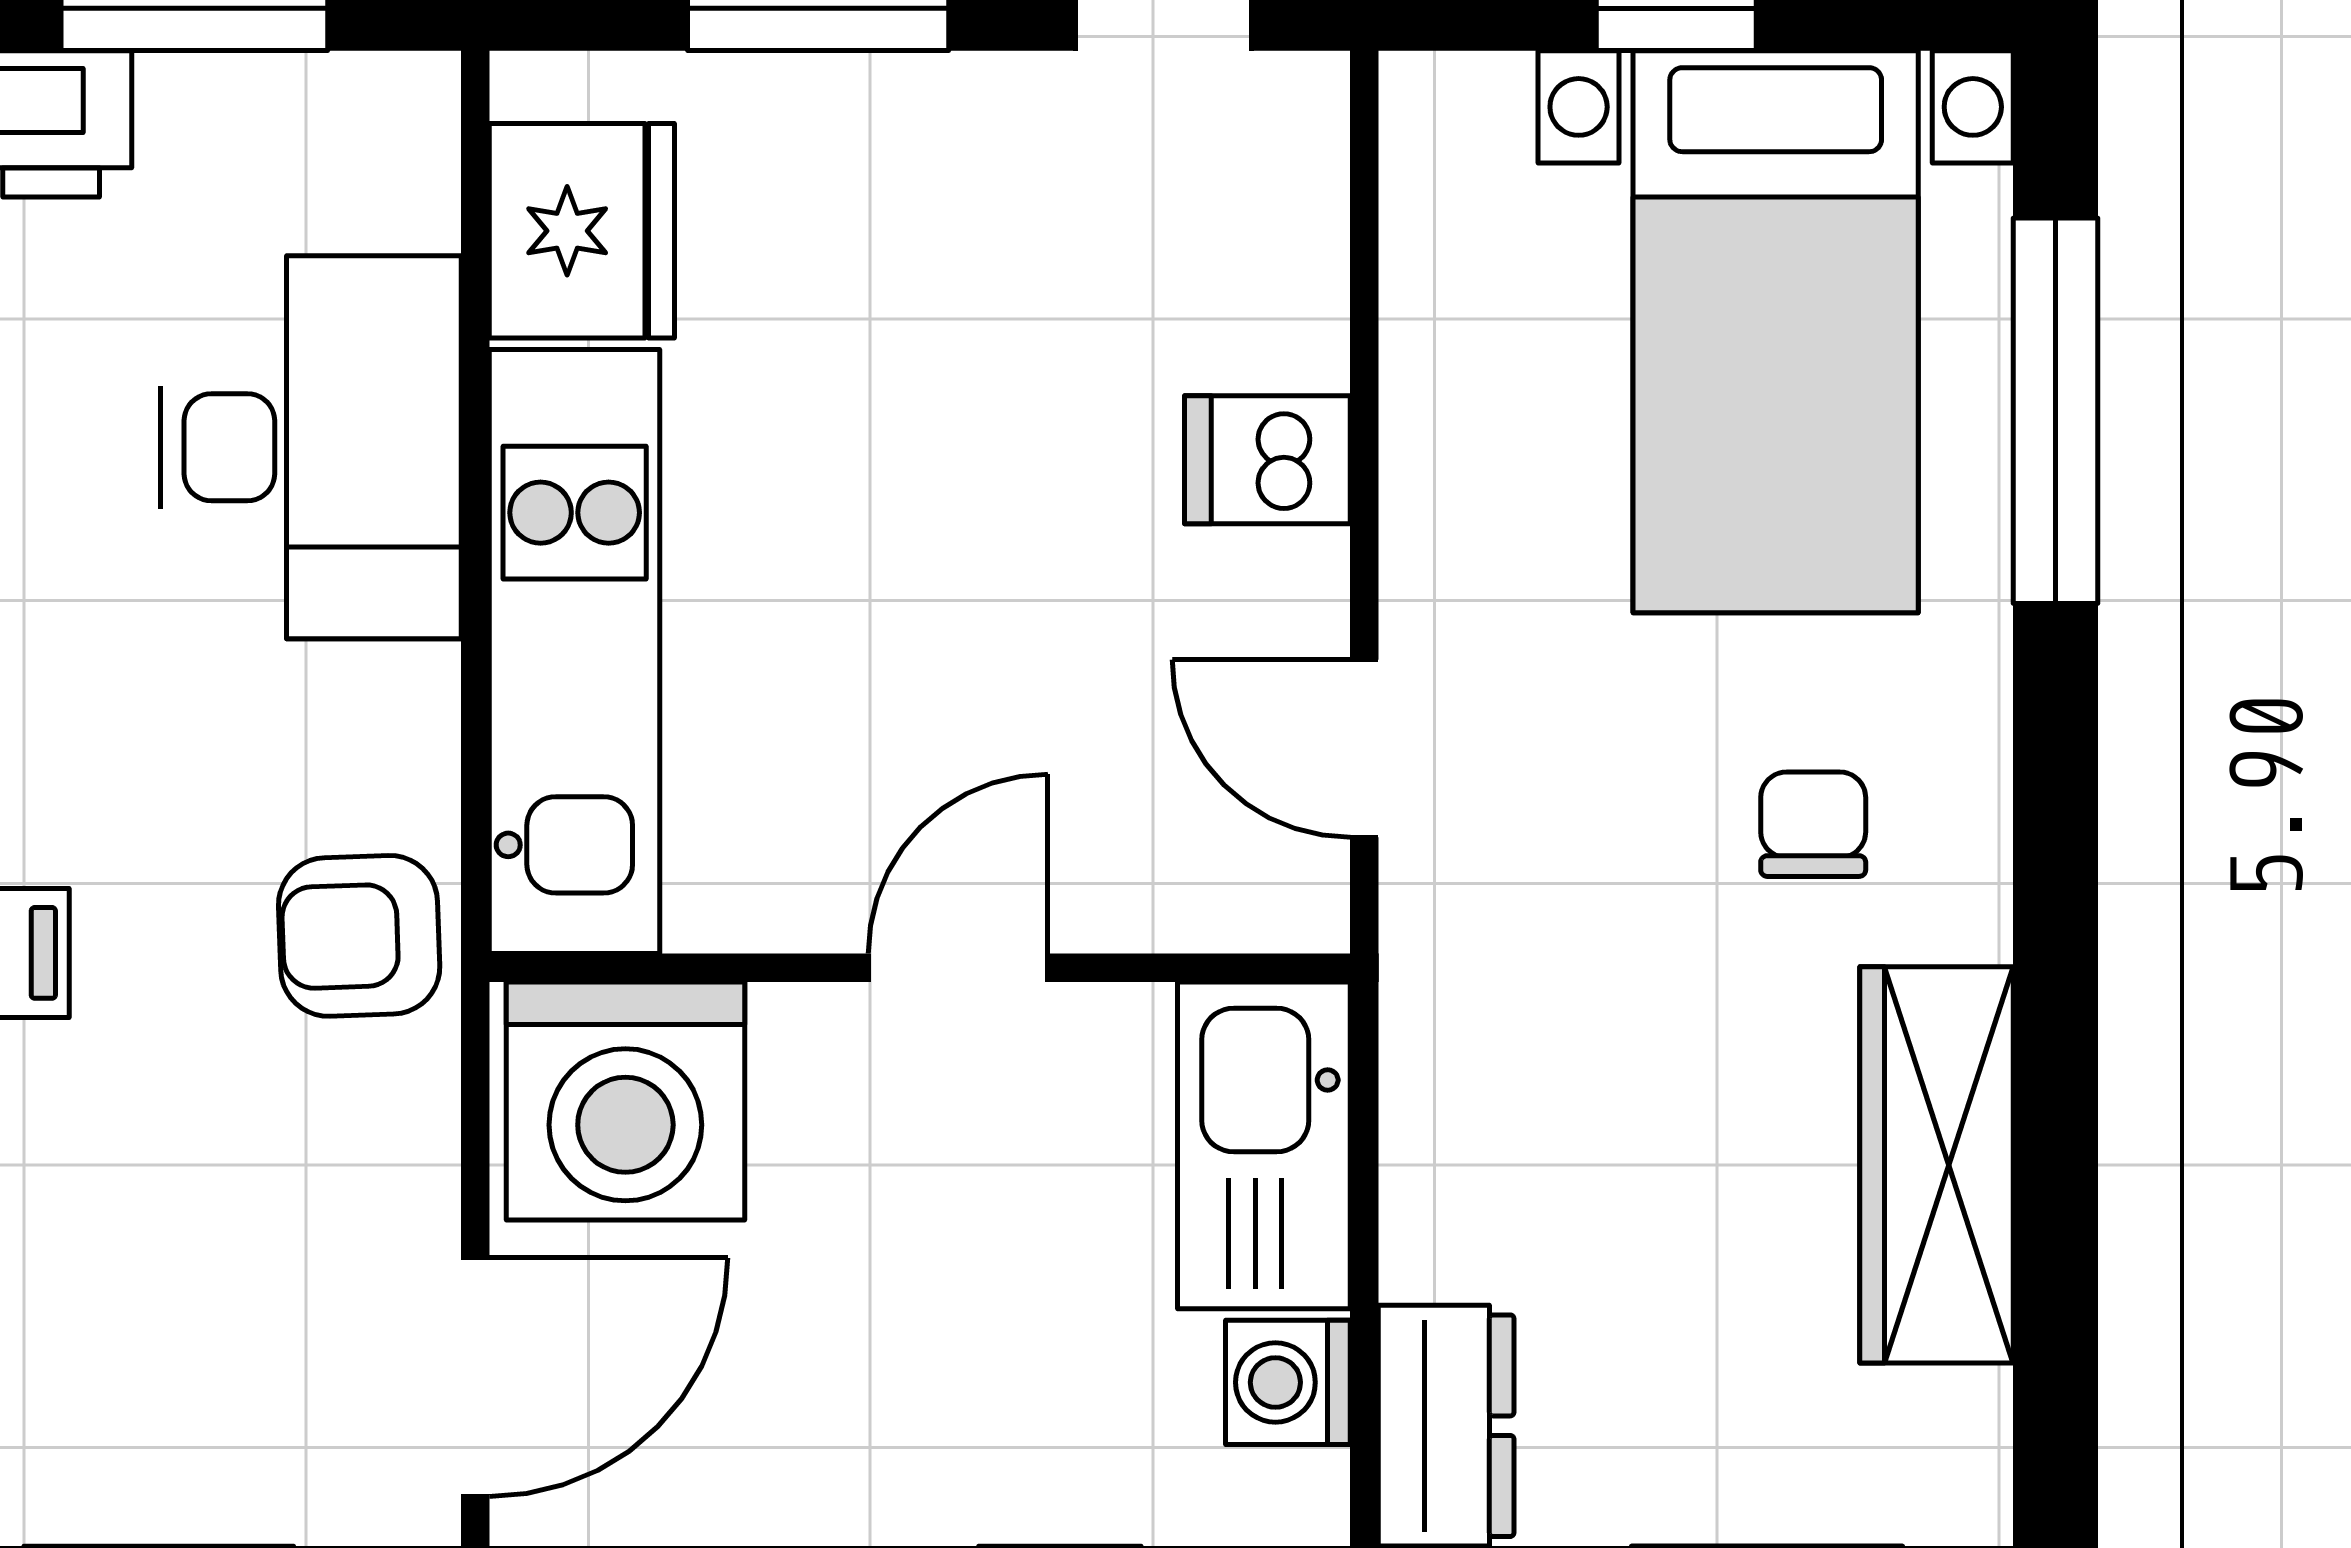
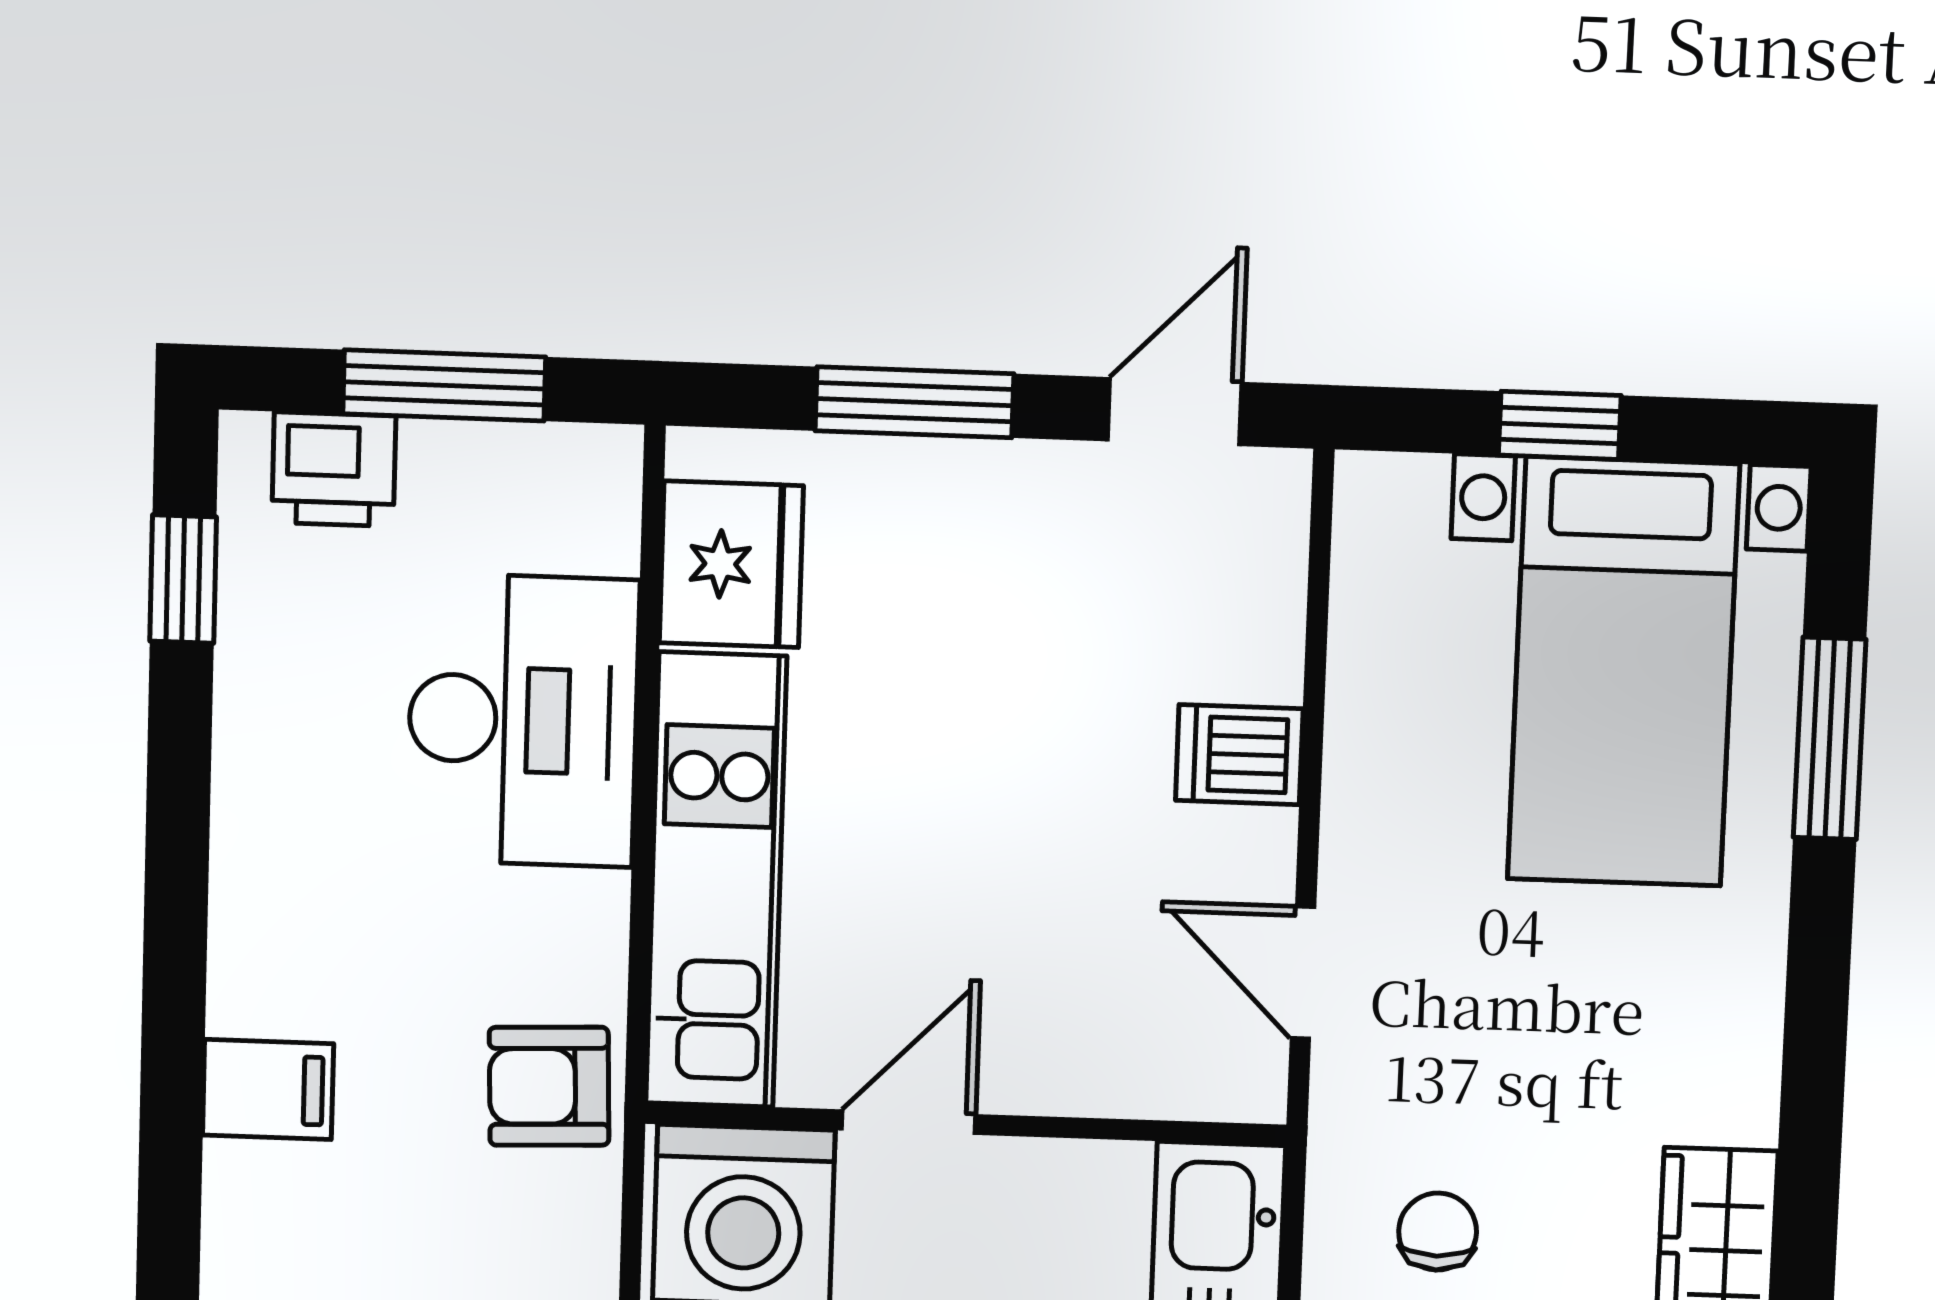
window: (2056, 411) -> (1830, 738), width x0.69
chair: (1813, 824) -> (1438, 1232), moved
door: (958, 968) -> (909, 1122), moved

